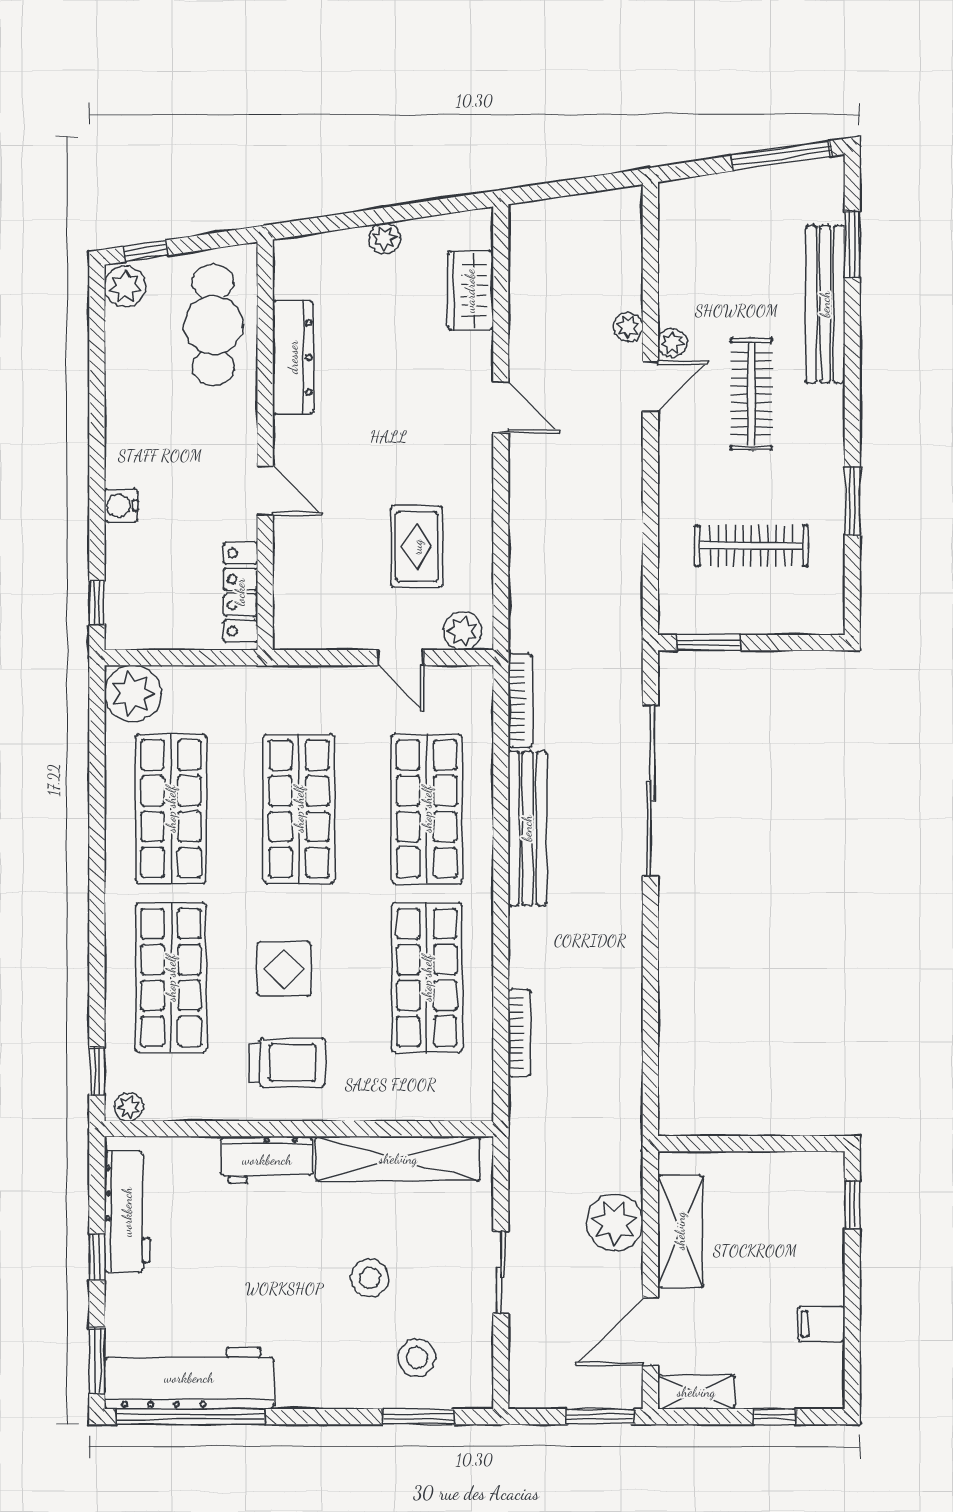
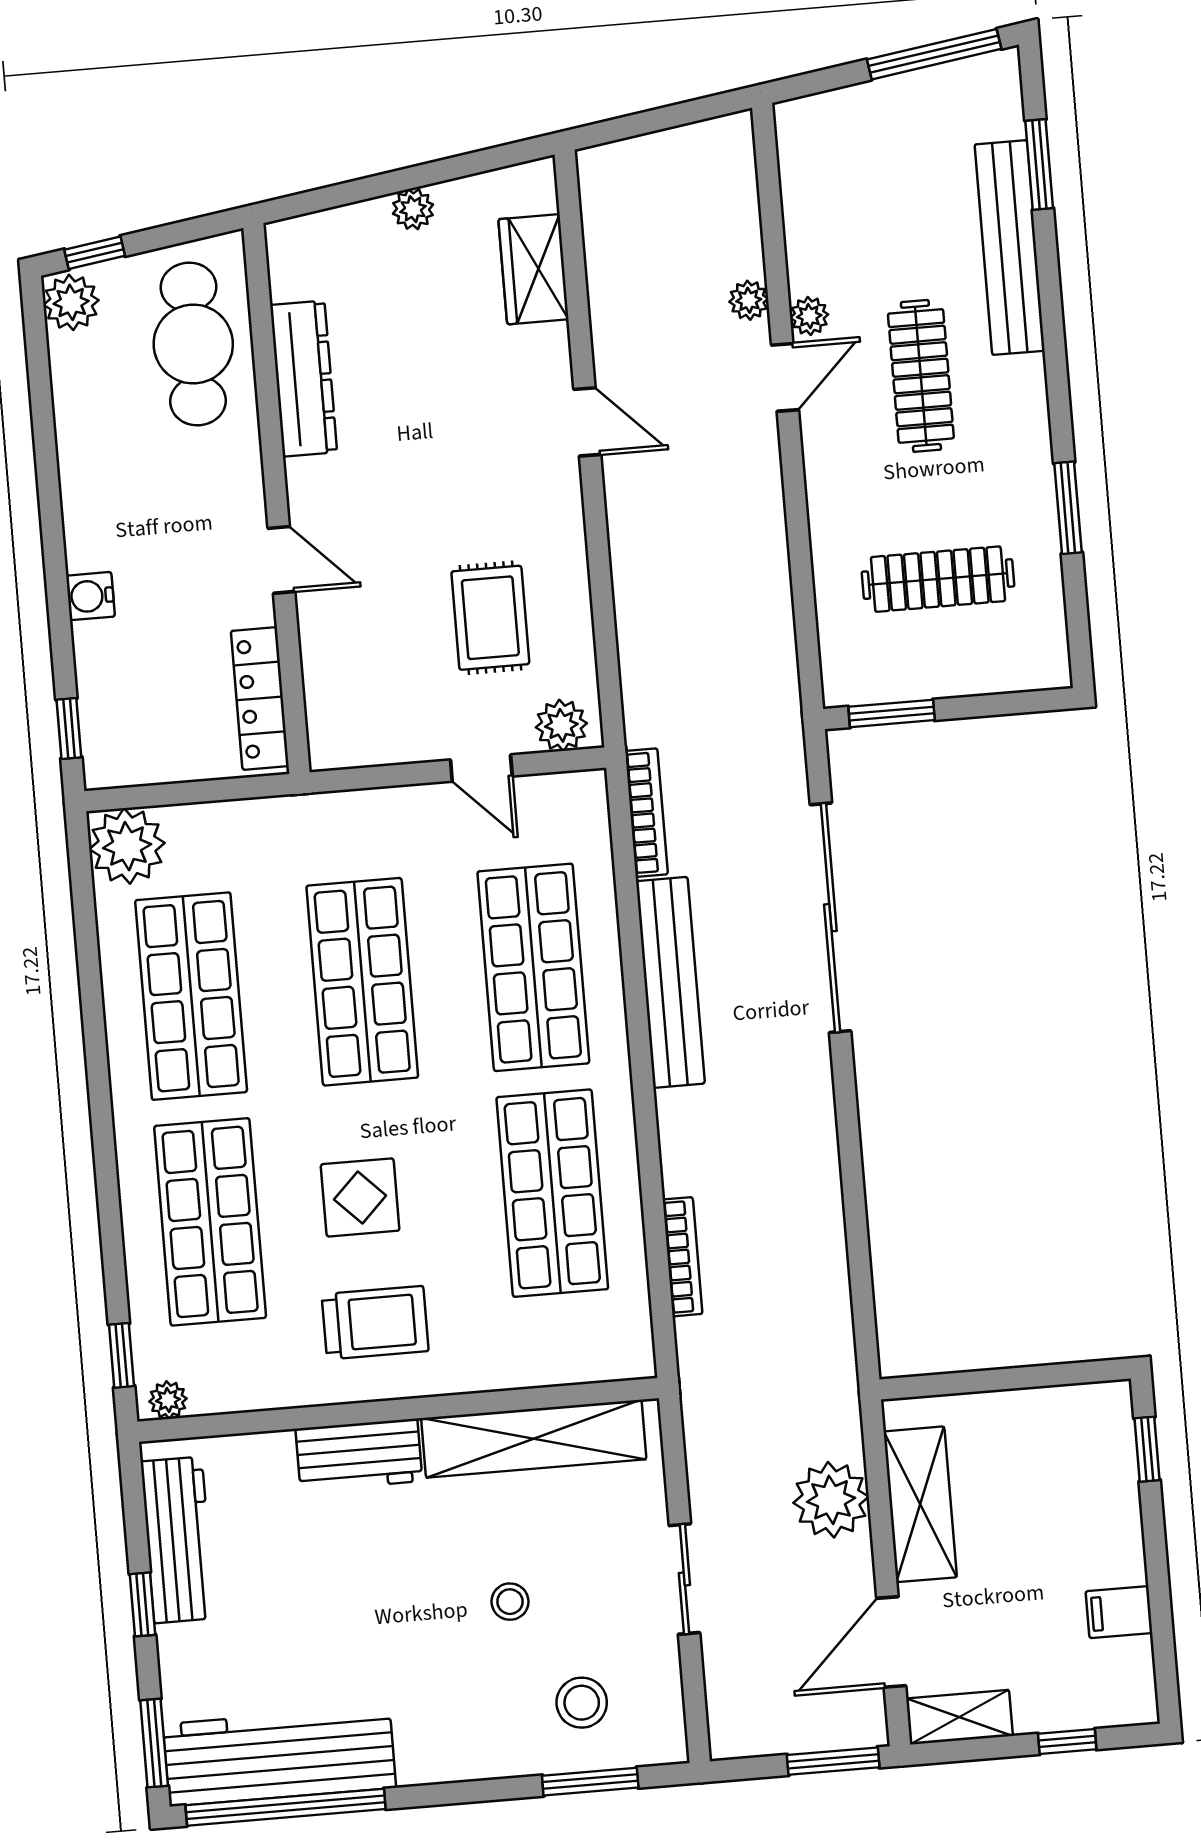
stool: (370, 1278) -> (510, 1602), width x0.73, depth x0.73

